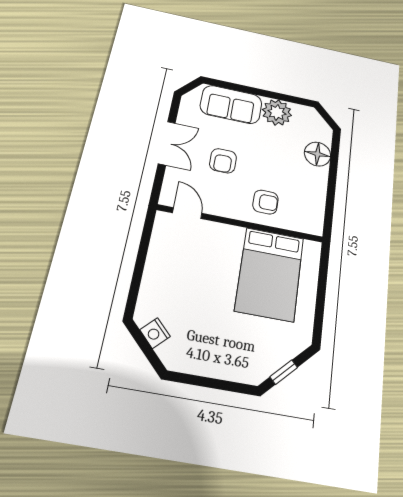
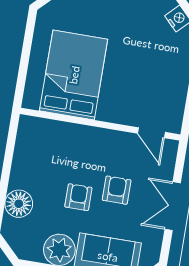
armchair: (265, 202) -> (78, 197), moved, turned 90

